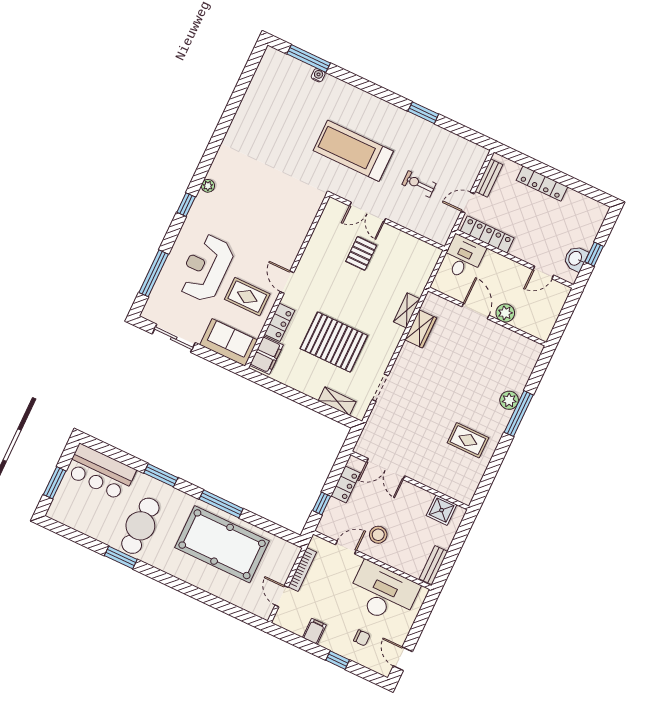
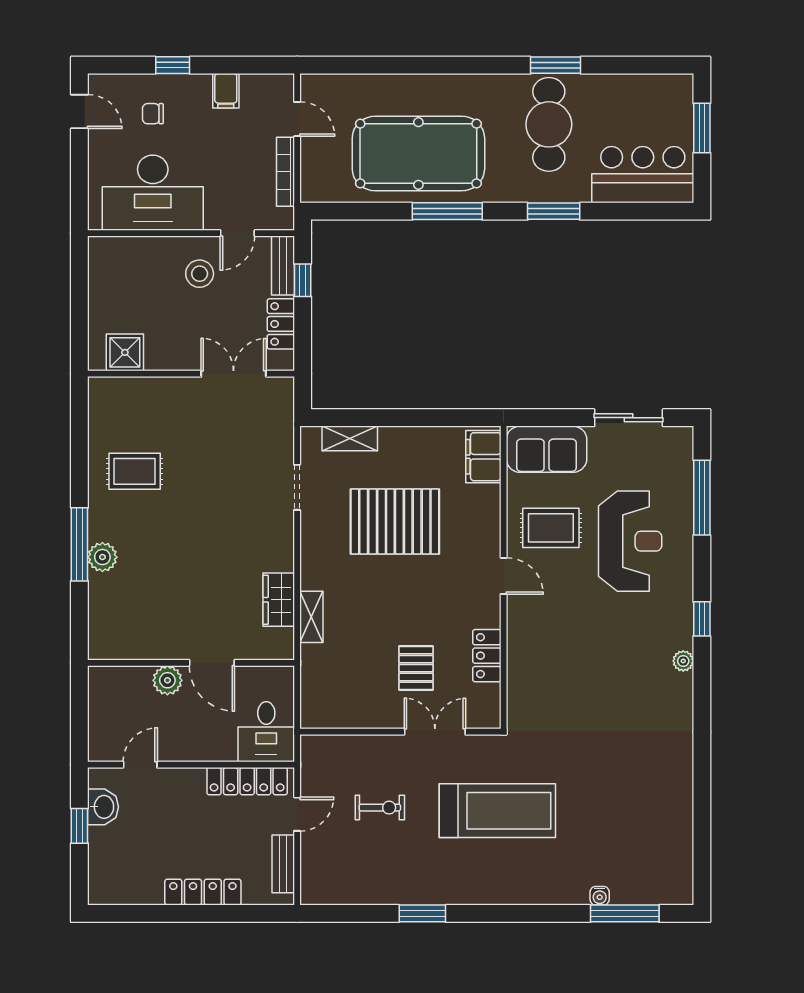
locker: (279, 322) -> (487, 656), moved
bench: (433, 565) -> (283, 266), moved

